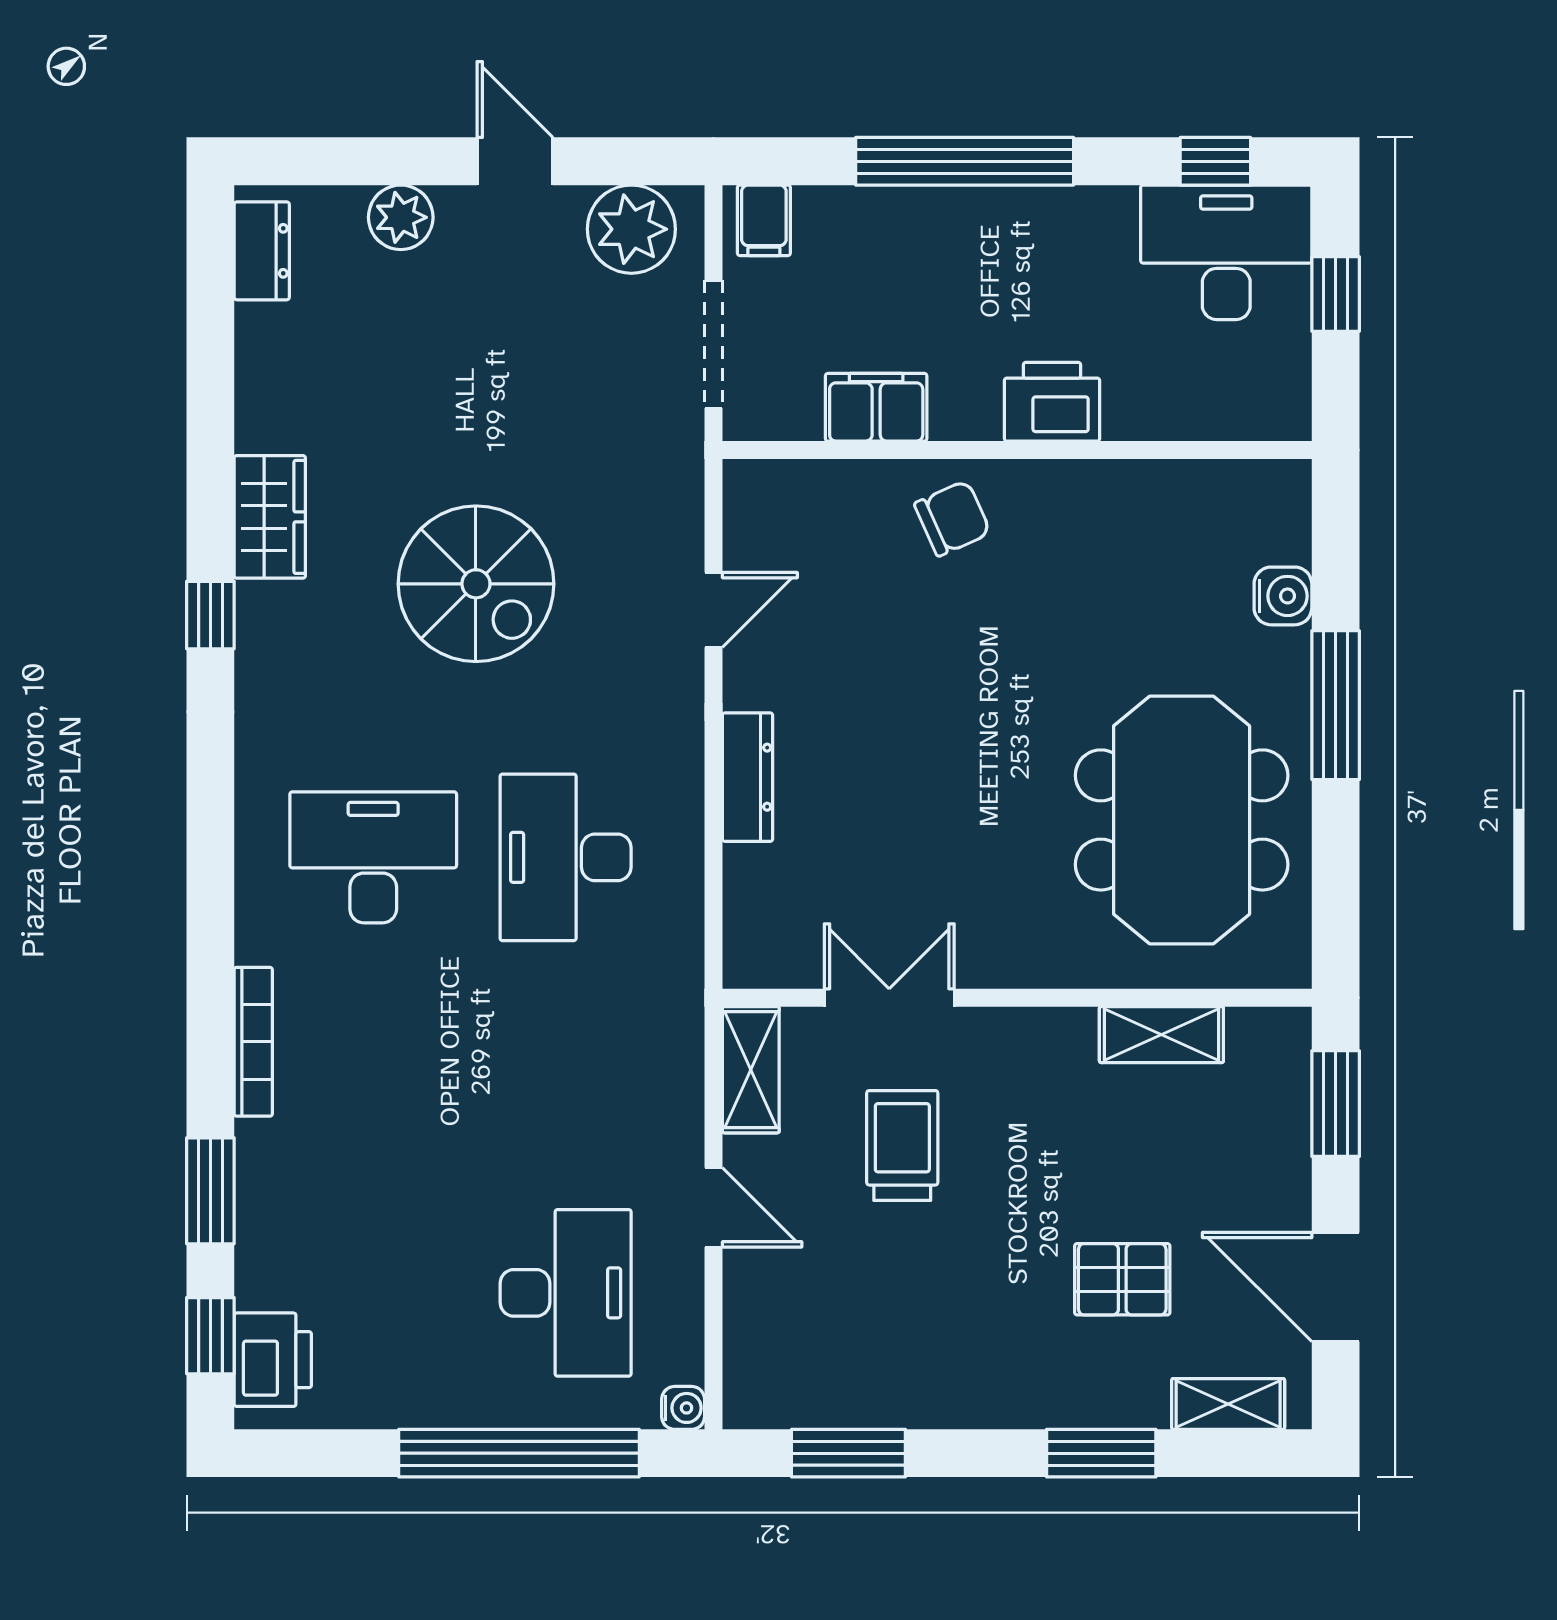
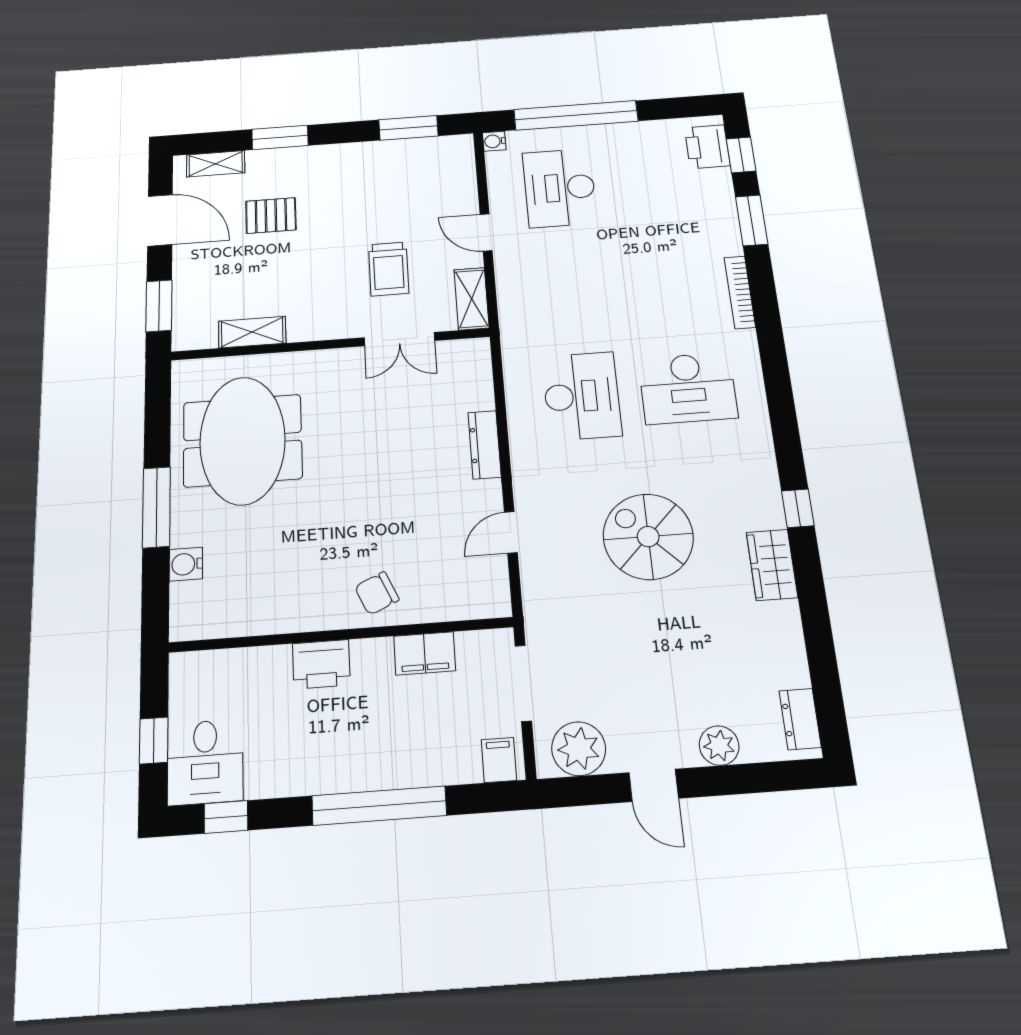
desk: (1226, 252) -> (205, 762), width x0.73

